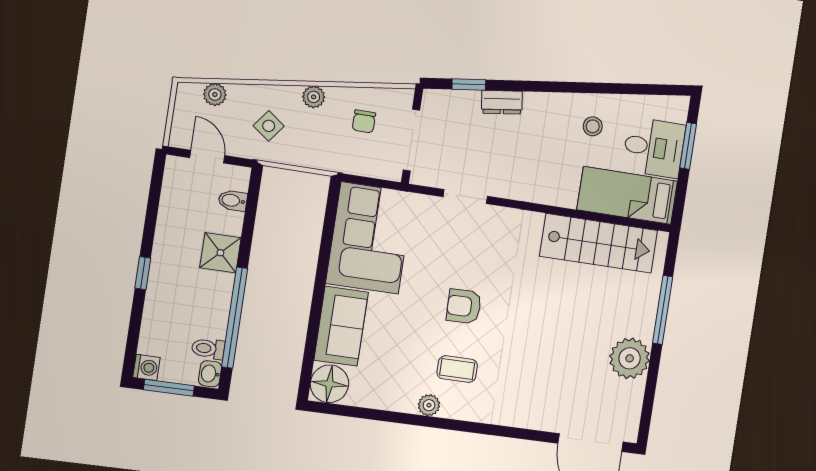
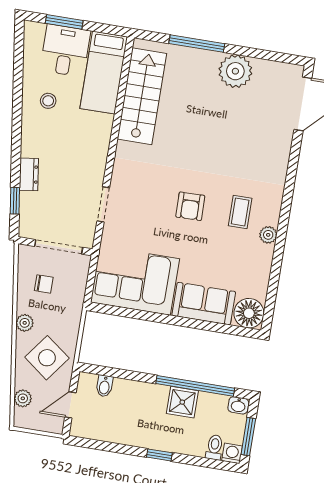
side table: (269, 126) -> (47, 358), width x1.87, depth x1.87
shower: (220, 253) -> (182, 402), moved
toilet: (208, 349) -> (215, 447), moved, turned 180

